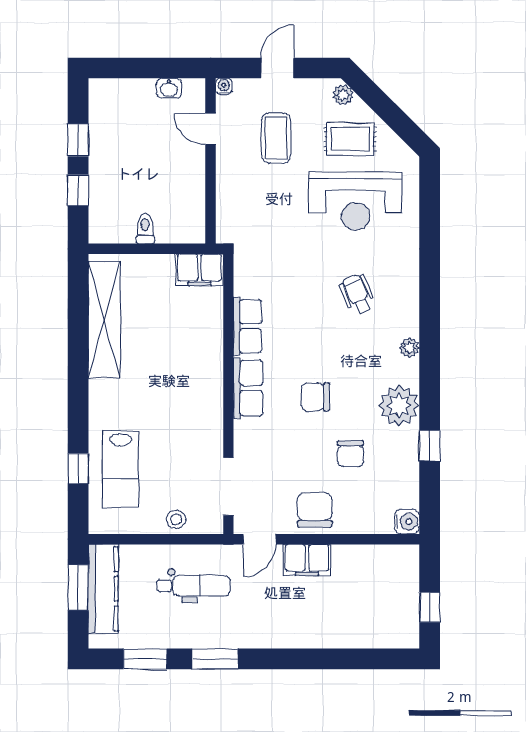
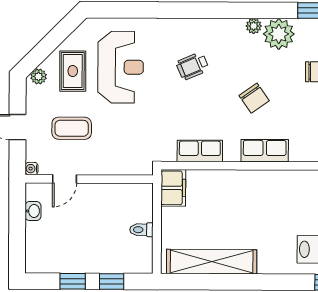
row of seats: (247, 326) -> (200, 151), moved
plant: (409, 348) -> (254, 26), moved
chair: (315, 397) -> (254, 98), moved, turned -35

